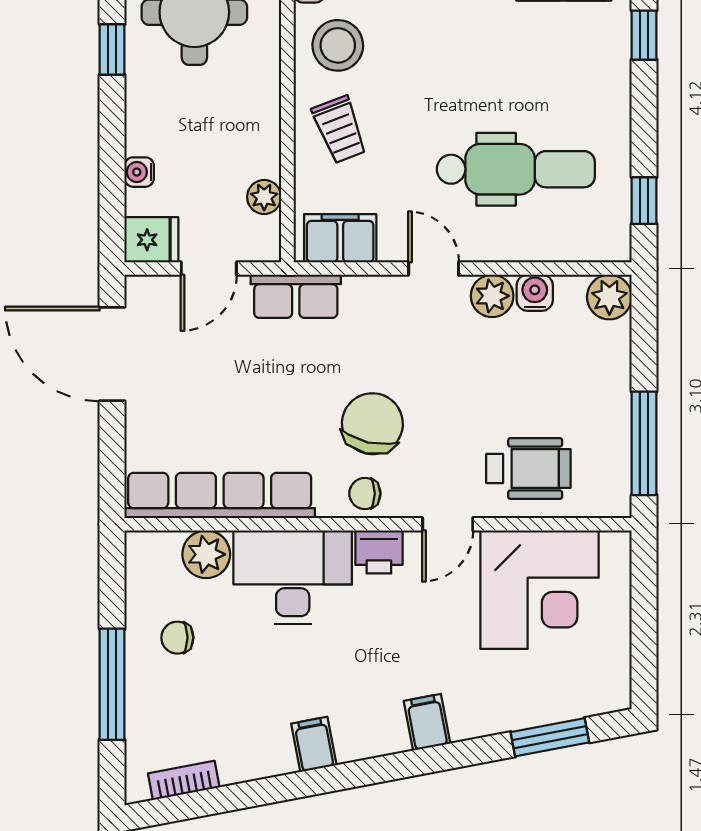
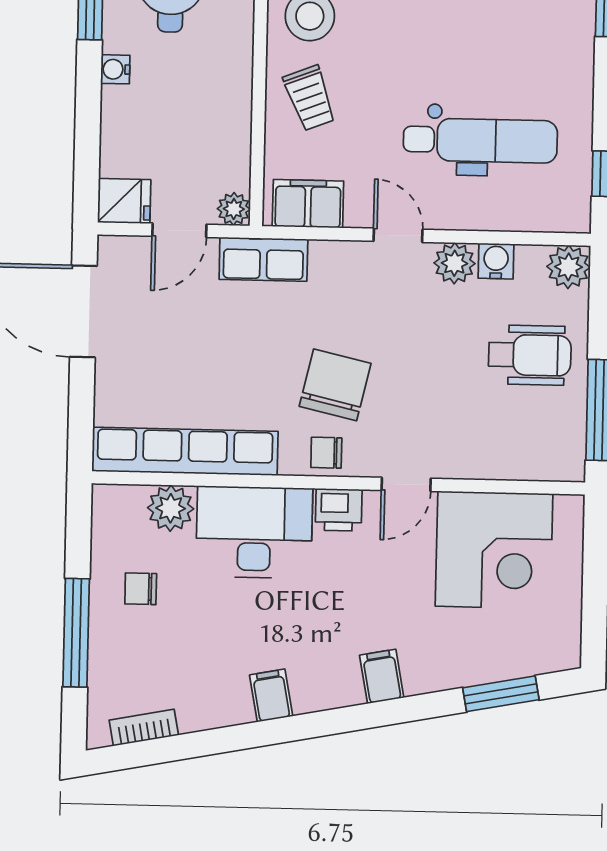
water cooler: (139, 172) -> (115, 69), moved
plant: (264, 197) -> (234, 209), moved
wheelchair: (528, 468) -> (530, 355), moved

